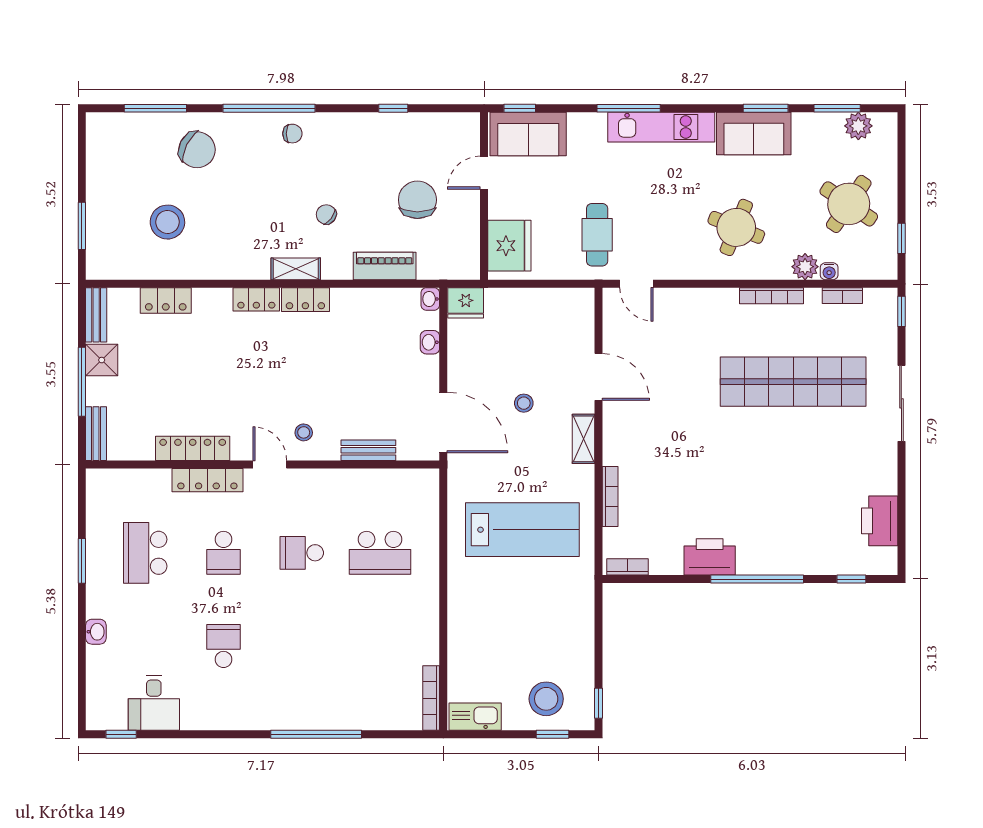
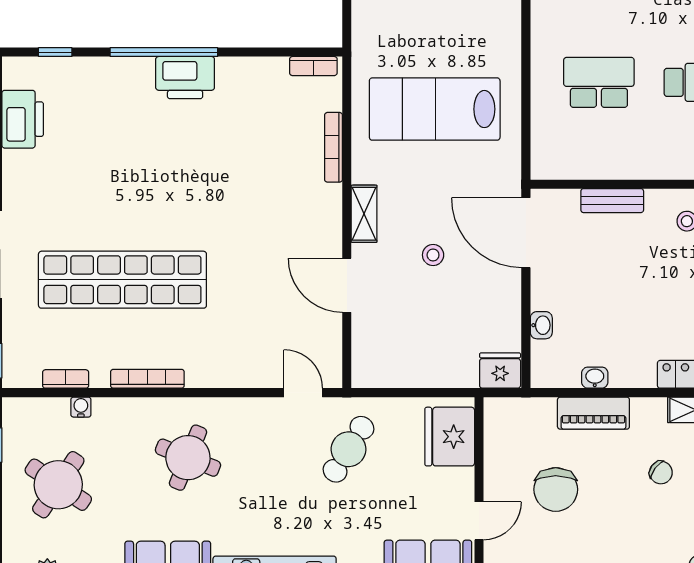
cafe table: (597, 235) -> (348, 449), turned 32
plant: (805, 267) -> (109, 412), removed
washbasin: (430, 299) -> (595, 378), moved, turned -90
printer: (710, 557) -> (185, 78), moved

